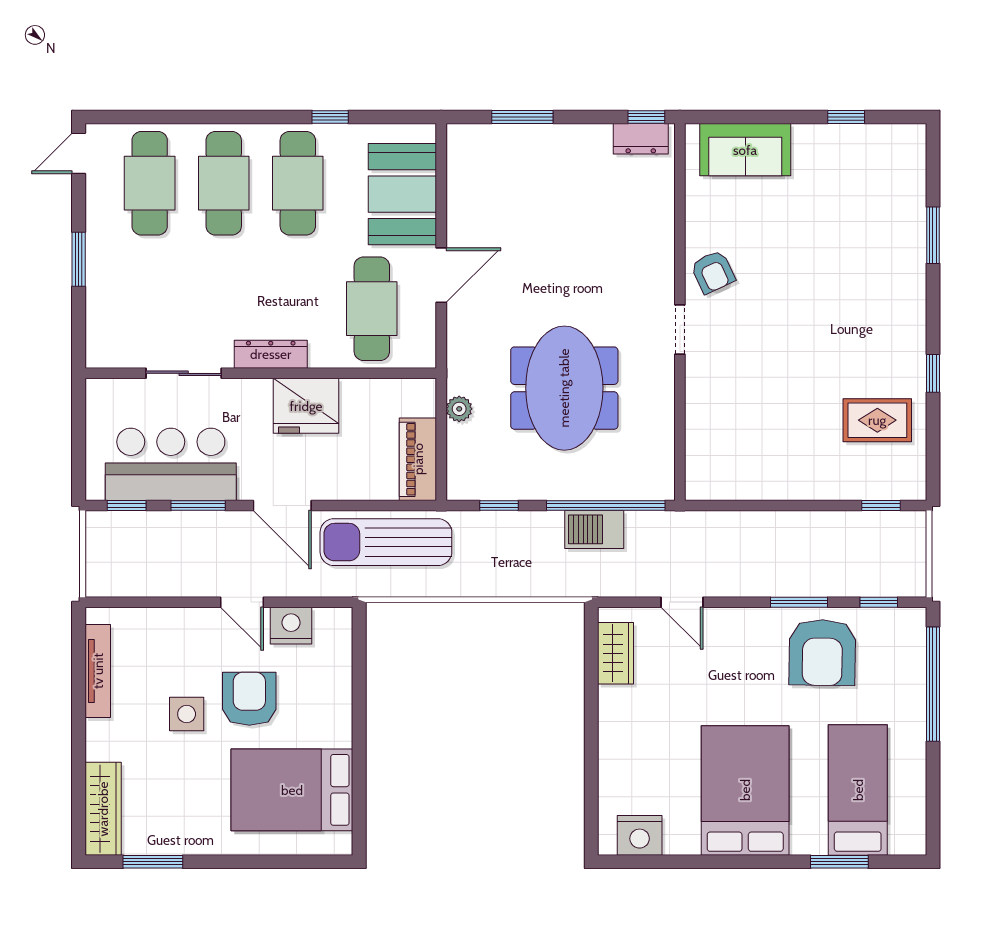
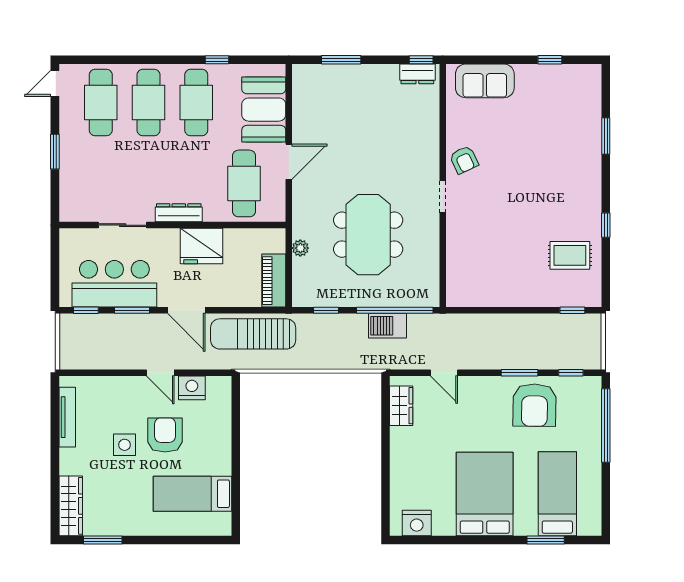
bed: (292, 790) -> (192, 494), width x0.67

